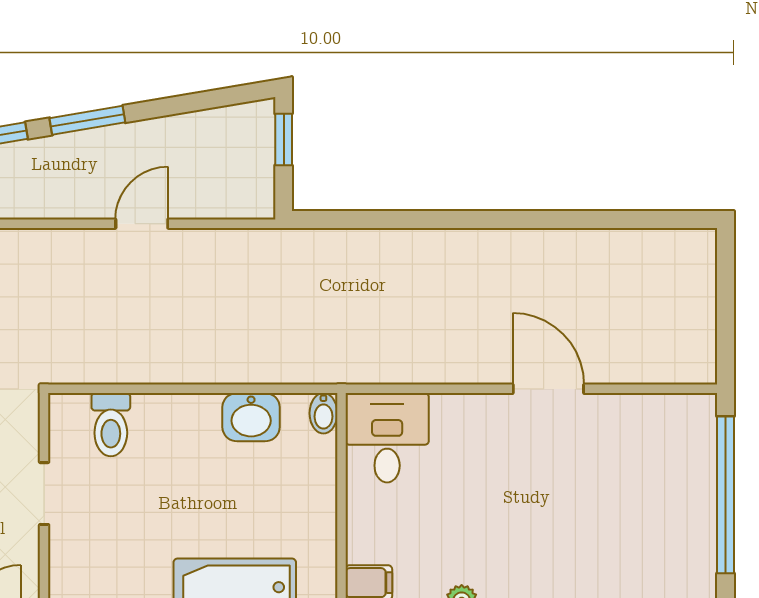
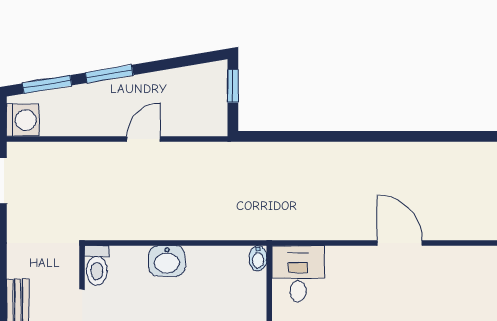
washbasin: (251, 417) -> (167, 261), moved
toilet: (111, 425) -> (97, 266), moved

